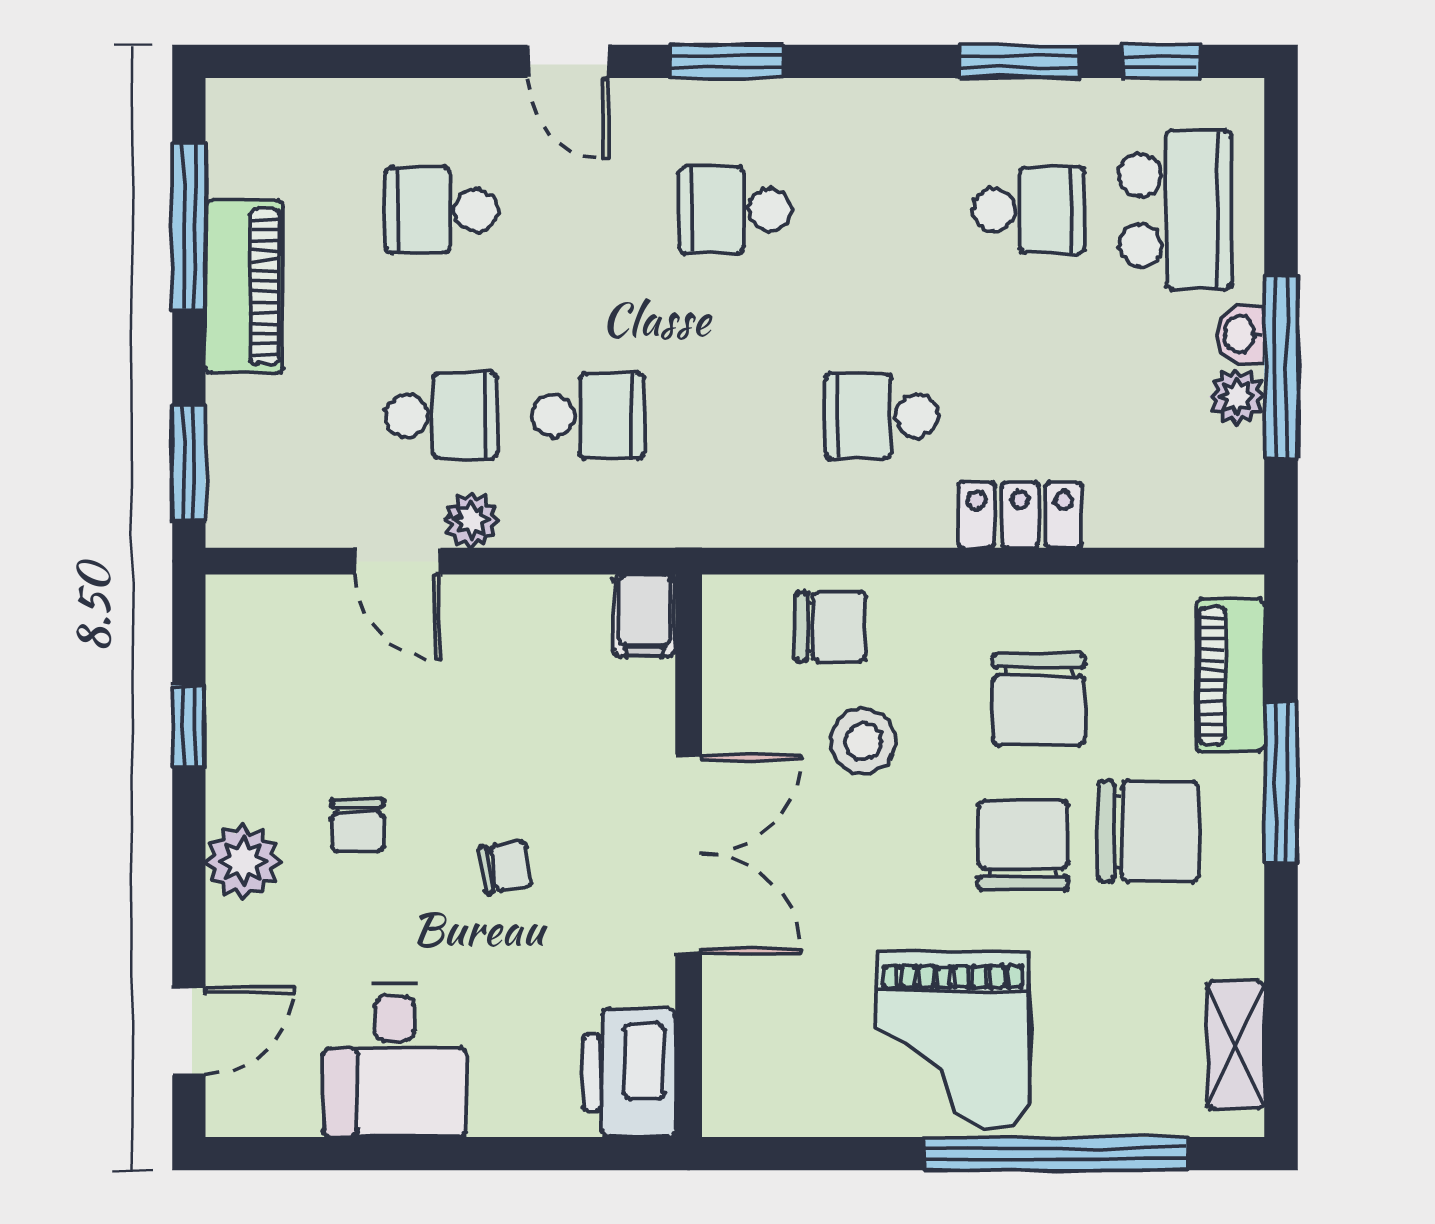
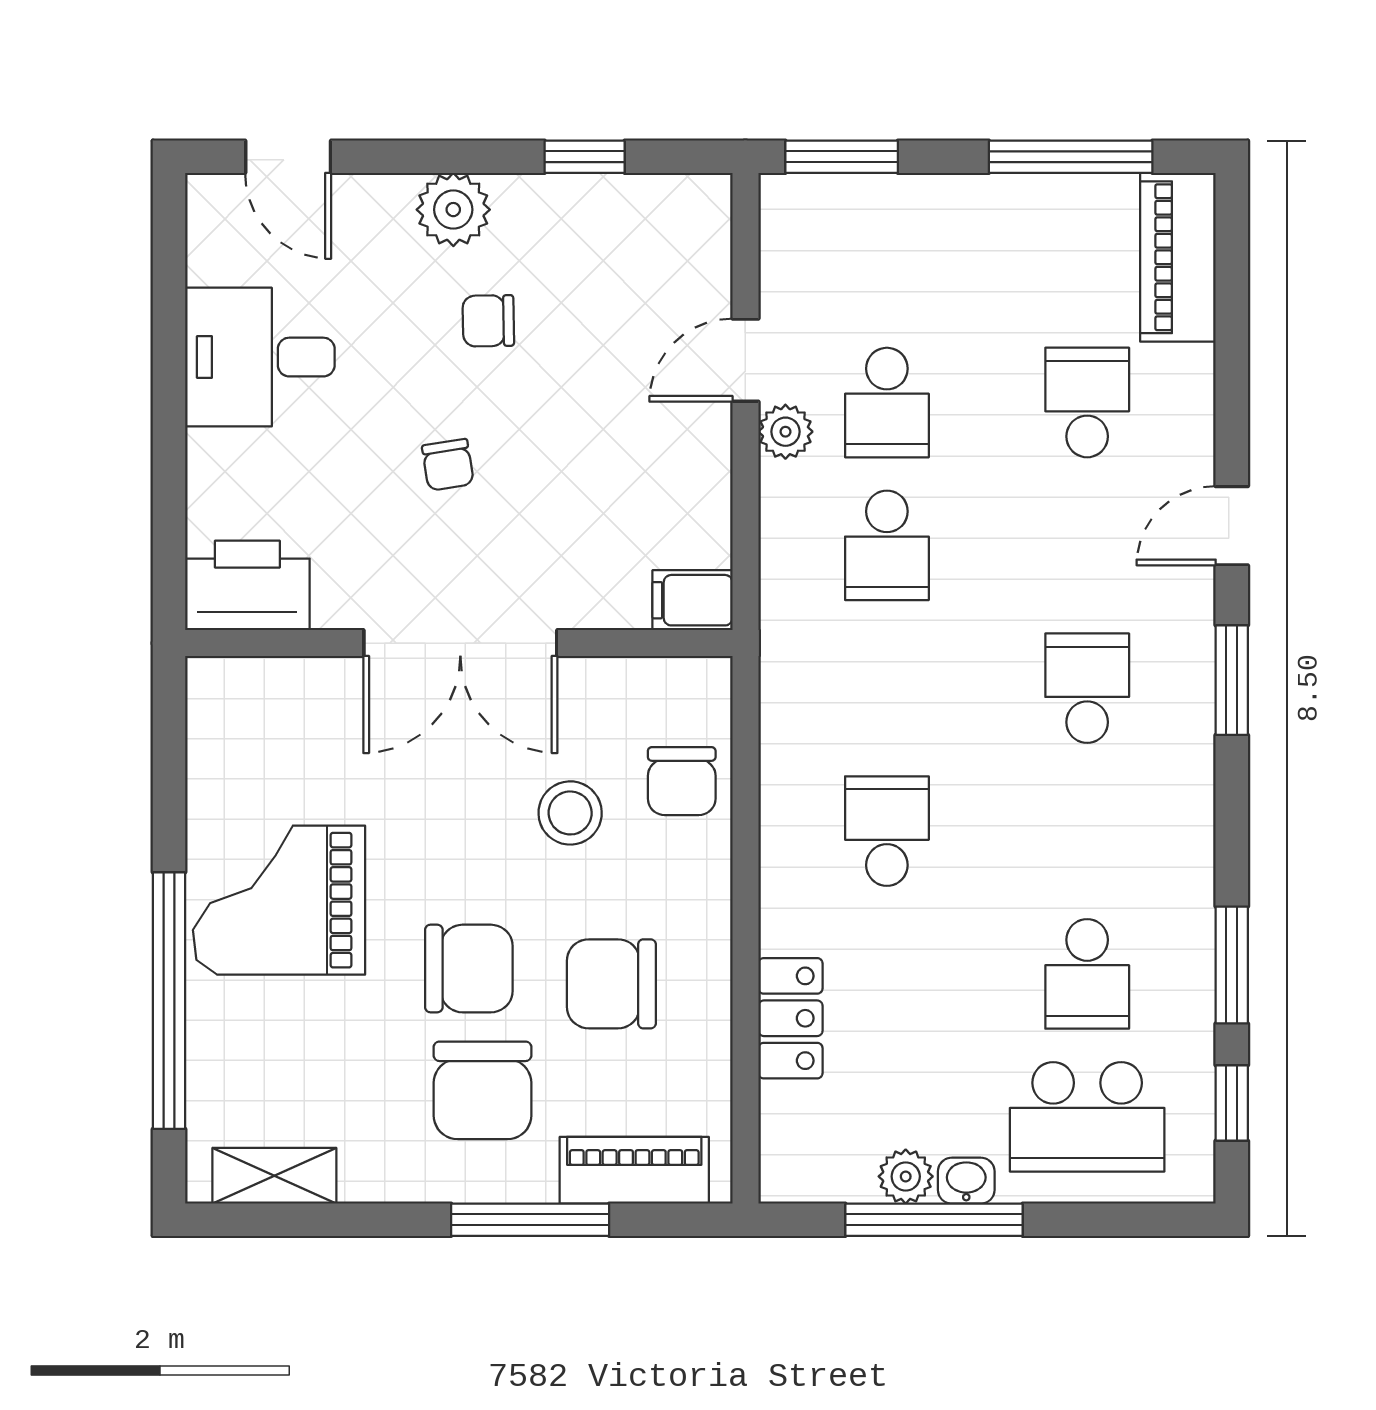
piano: (244, 287) -> (1178, 257), moved, turned 90
locker: (1020, 515) -> (790, 1018), moved

